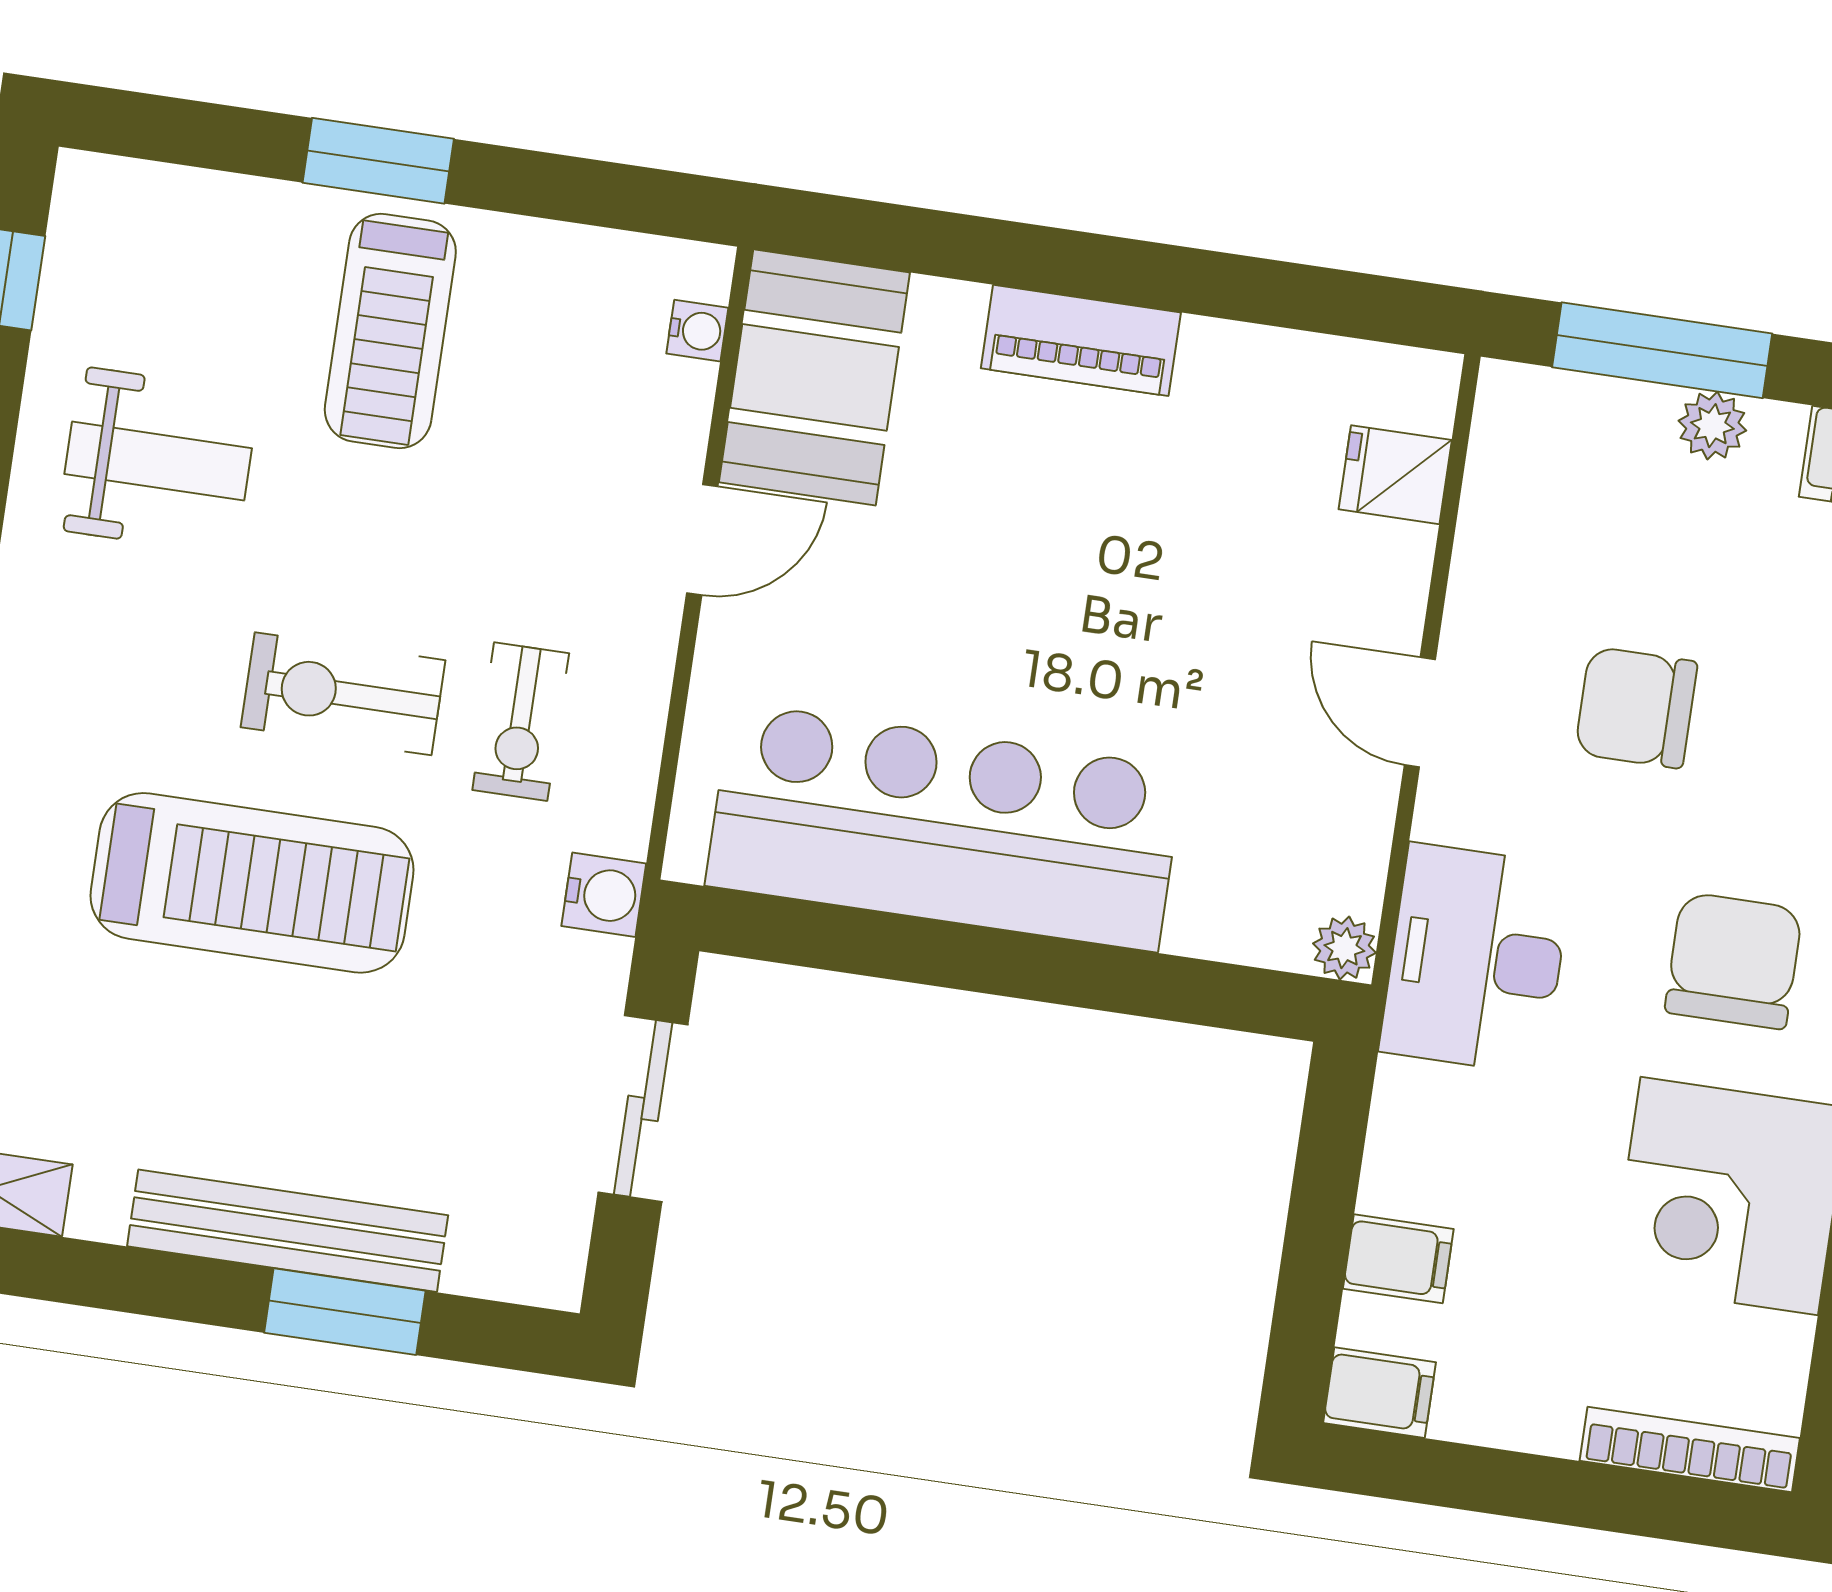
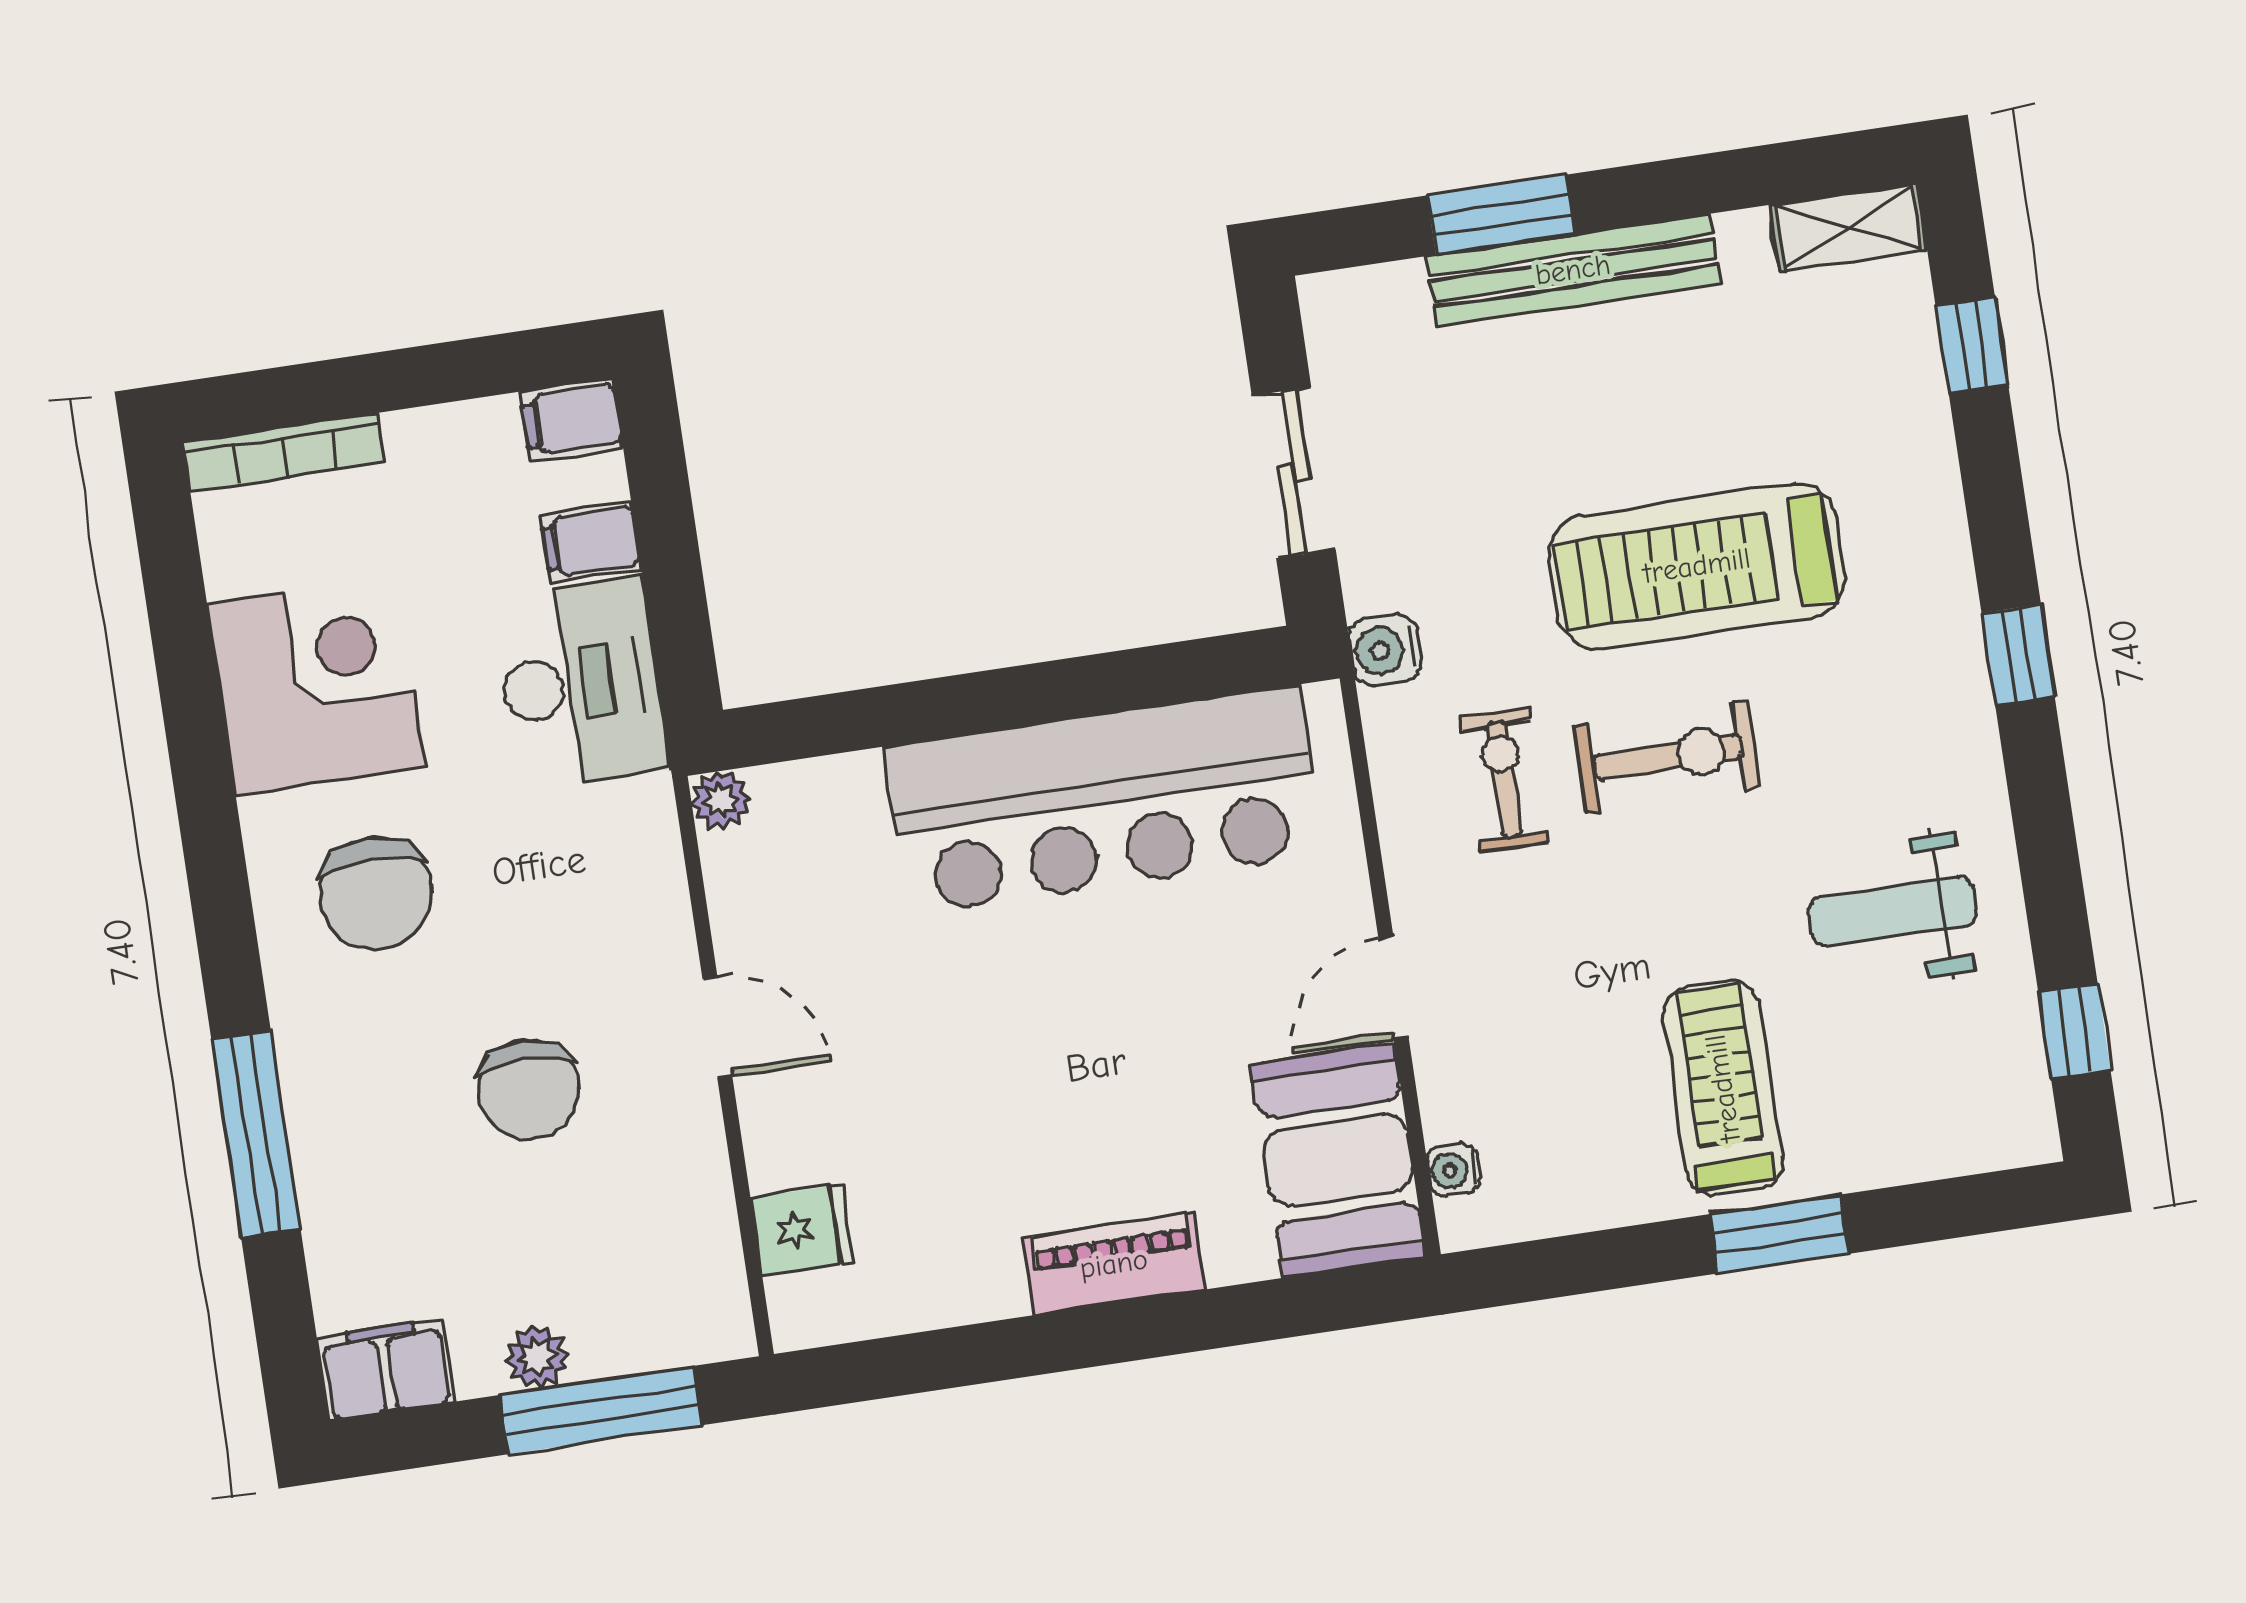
chair: (1636, 708) -> (529, 1090), turned 90
desk: (1476, 959) -> (581, 683), moved

